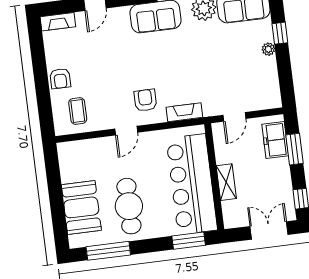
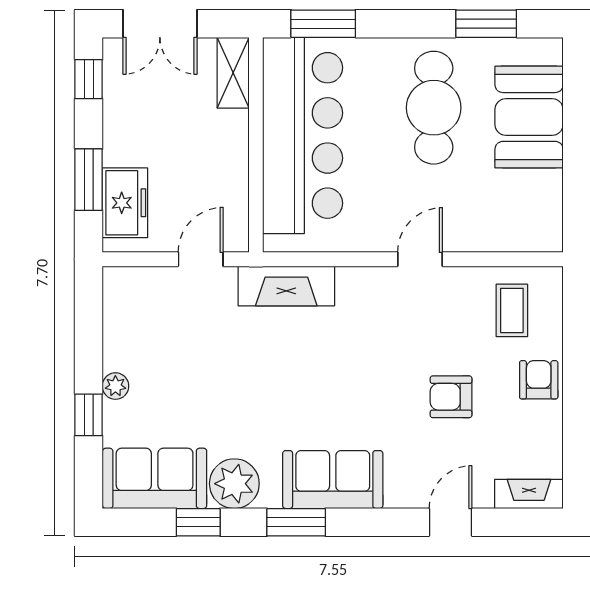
armchair: (145, 100) -> (451, 397), moved, turned 90
fireplace: (184, 112) -> (286, 286), width x1.37, depth x1.32
shelving: (226, 182) -> (233, 73), moved
window: (108, 251) -> (486, 24), width x0.69

